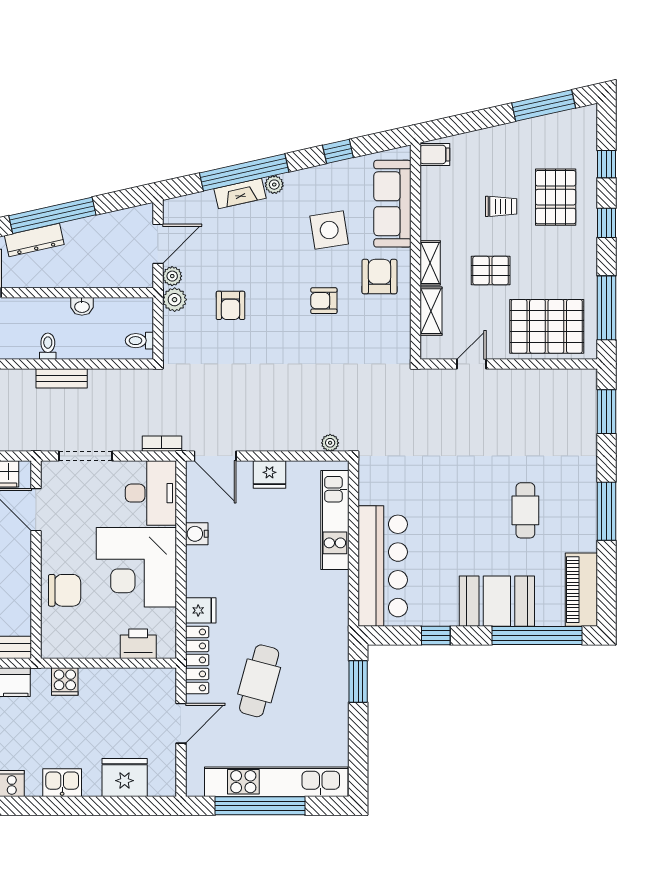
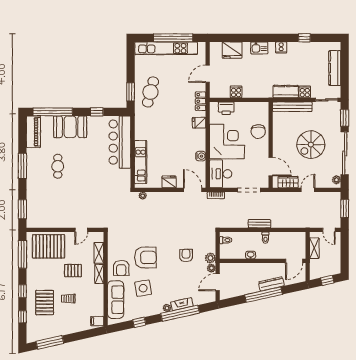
armchair: (324, 301) -> (145, 257), width x1.88, depth x1.88
chair: (65, 590) -> (258, 132), turned -90
locker: (197, 660) -> (201, 101), width x0.66
cafe table: (259, 681) -> (150, 92), moved
cooker: (65, 682) -> (236, 92), moved

